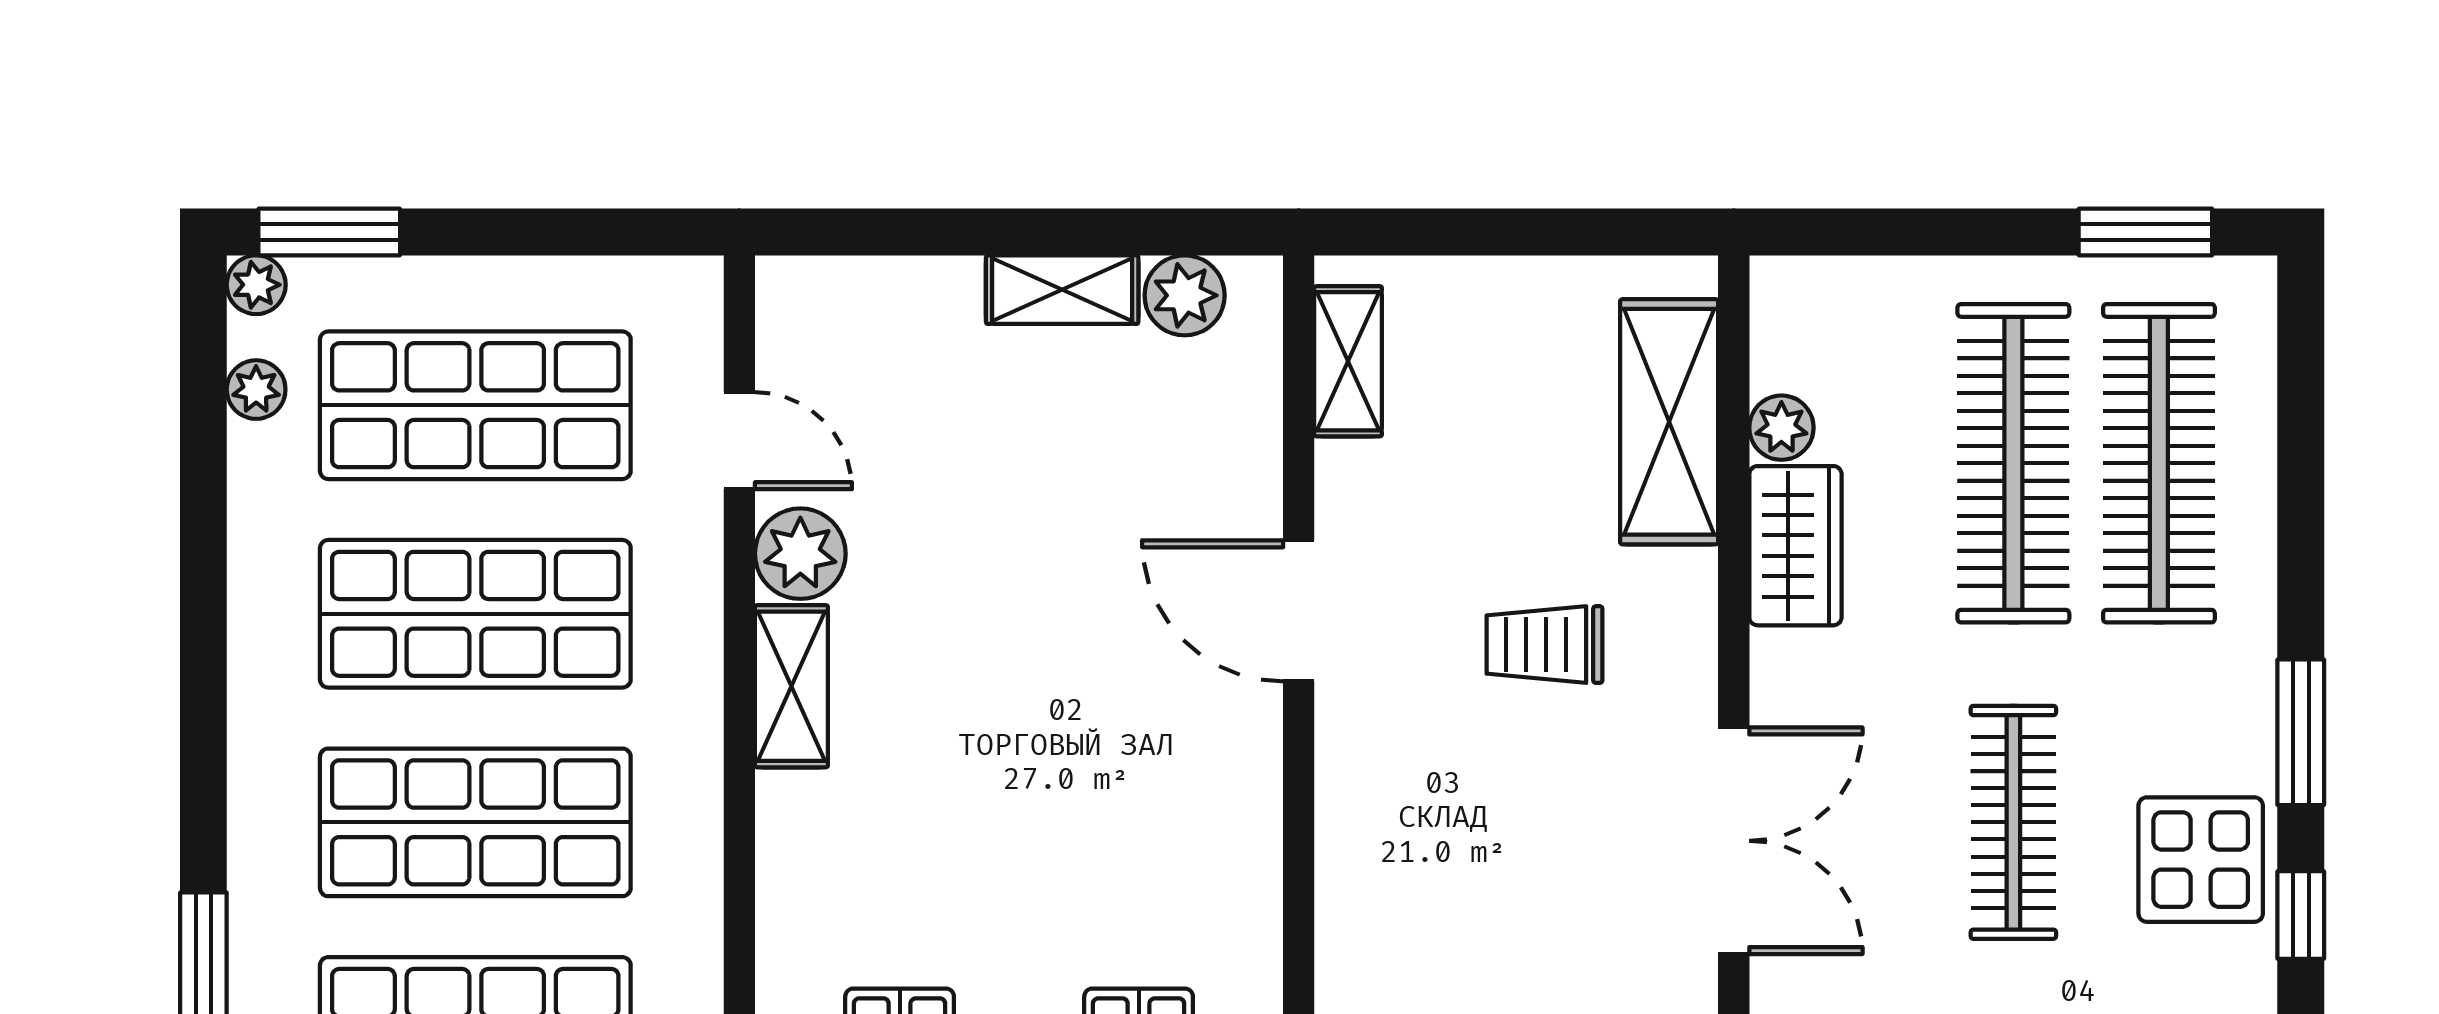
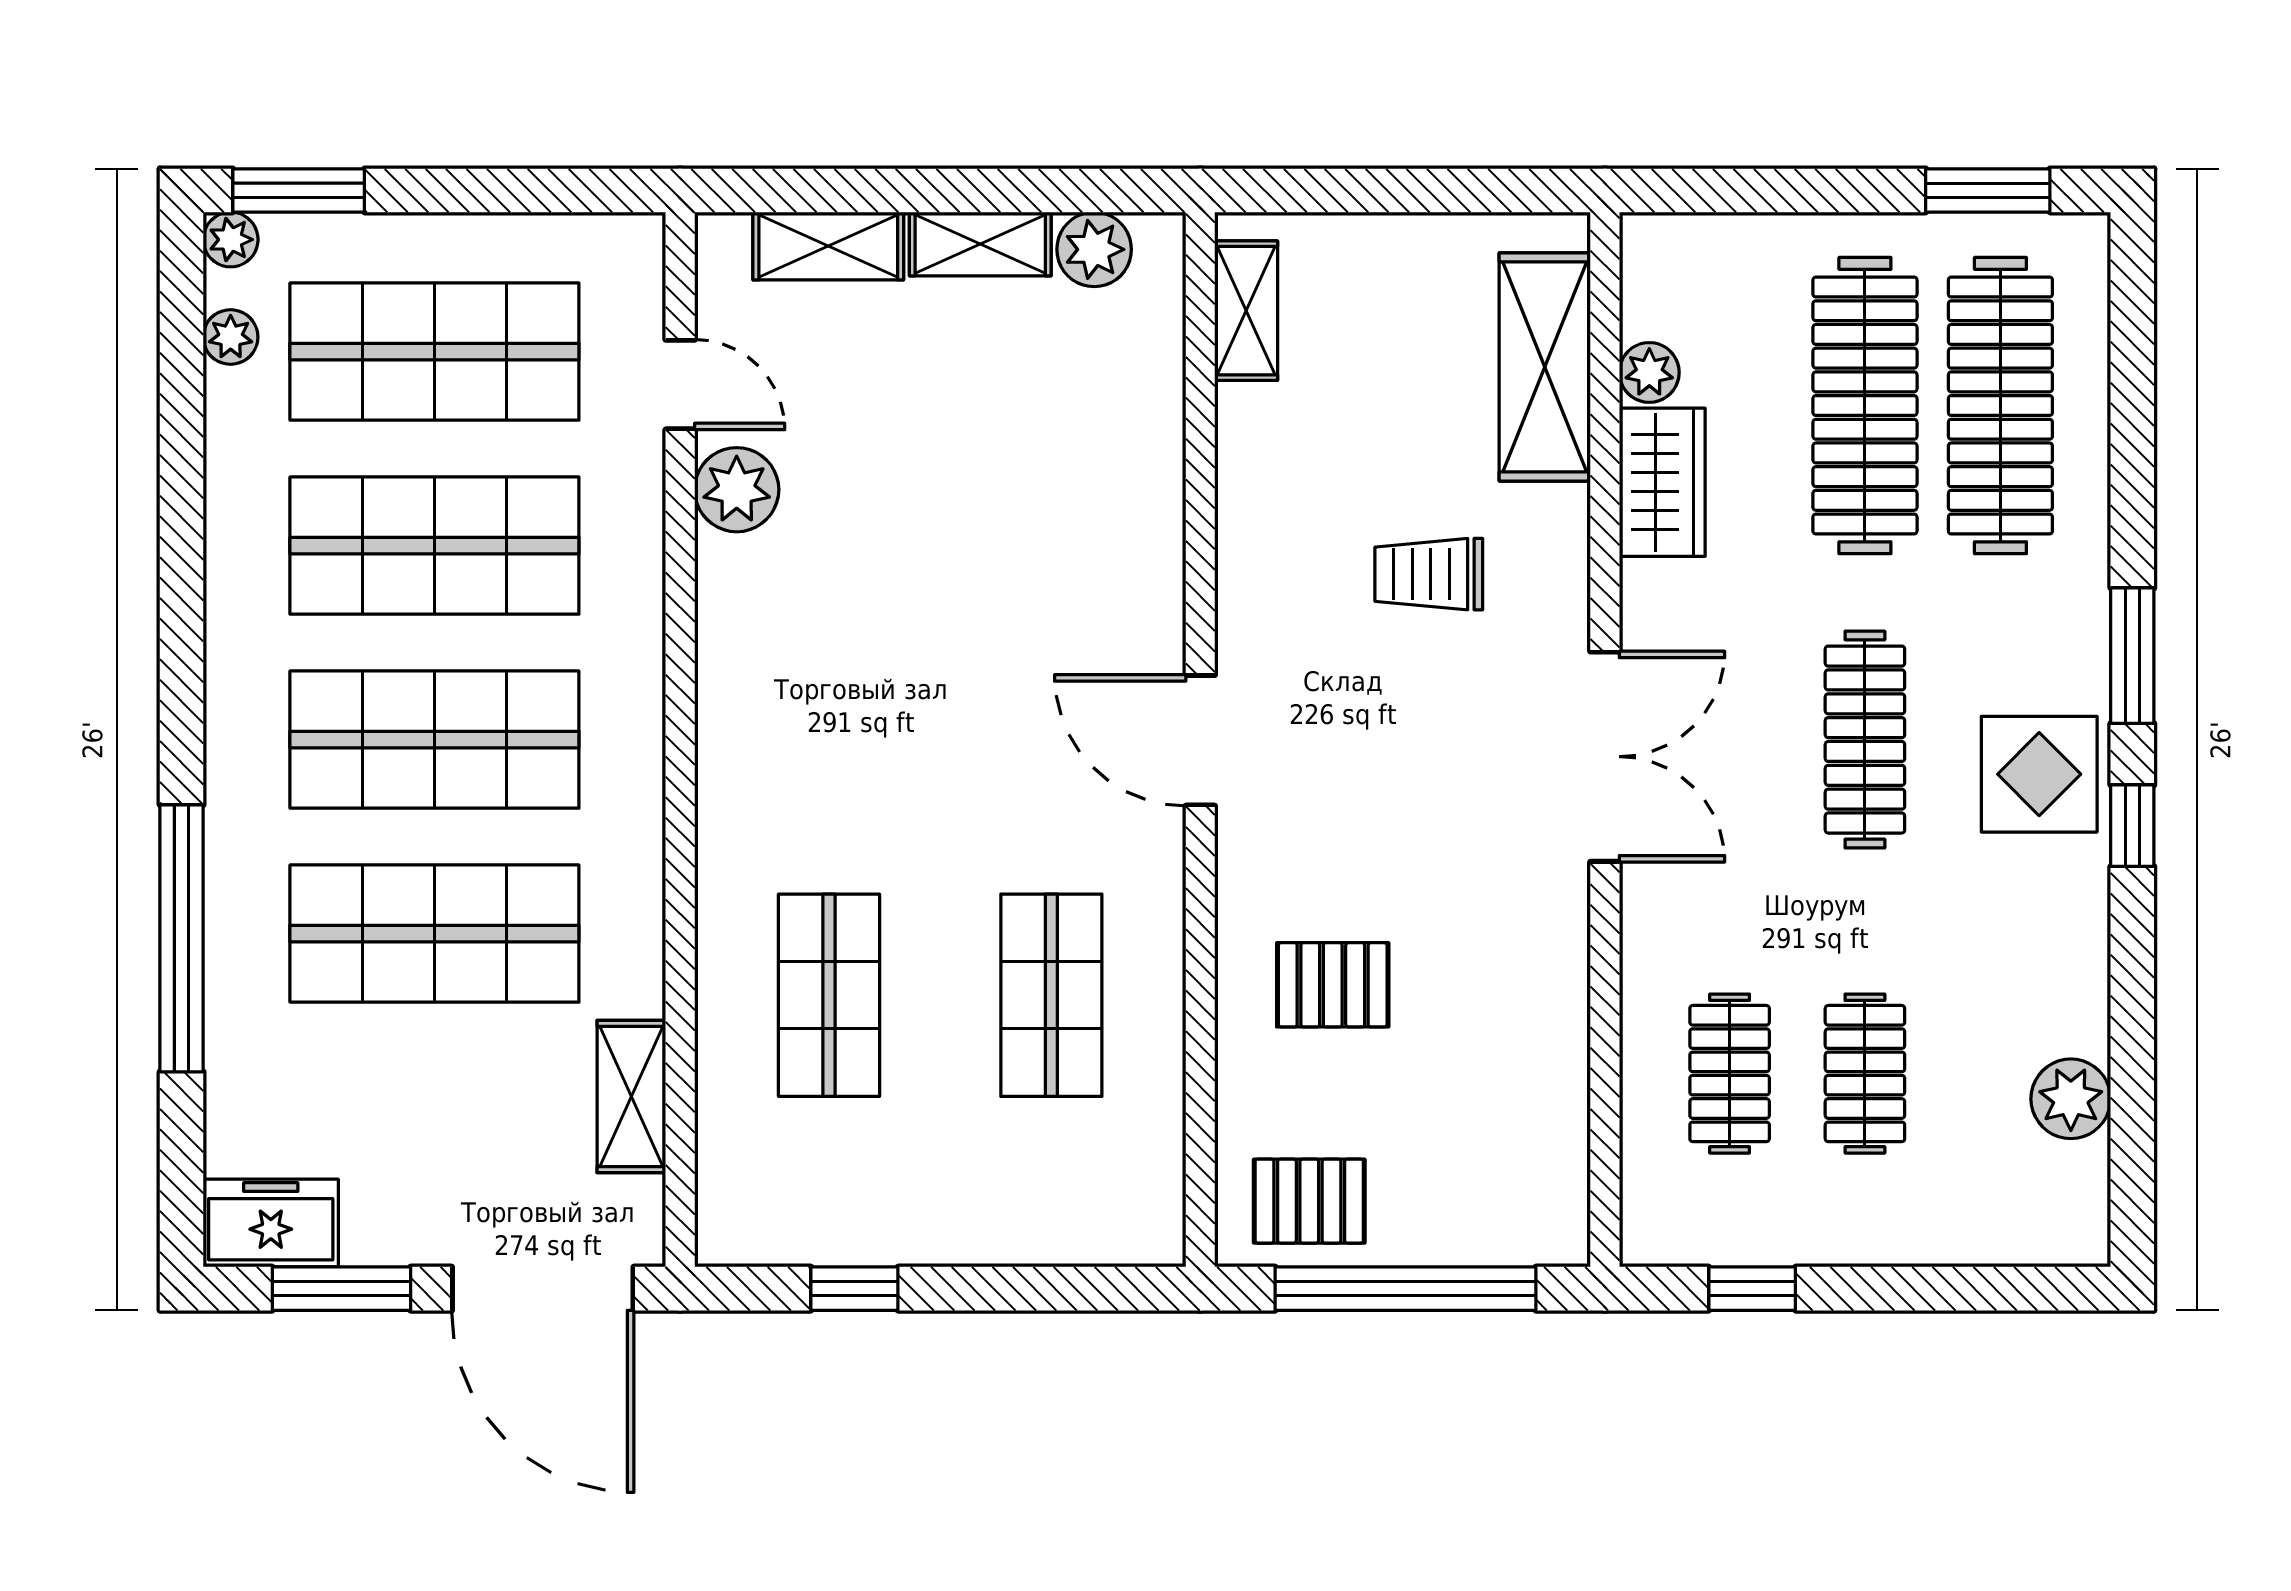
door: (1299, 611) -> (1200, 740), moved
shelving: (791, 686) -> (828, 246), moved, turned 90

